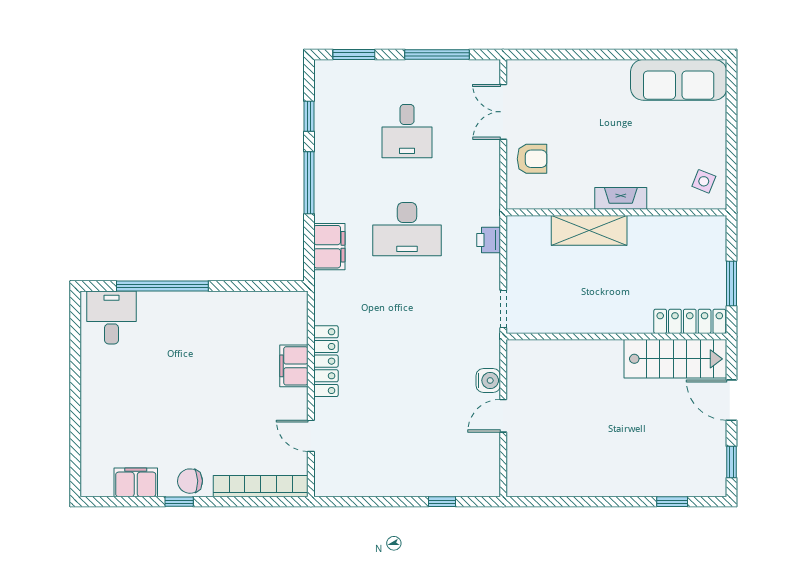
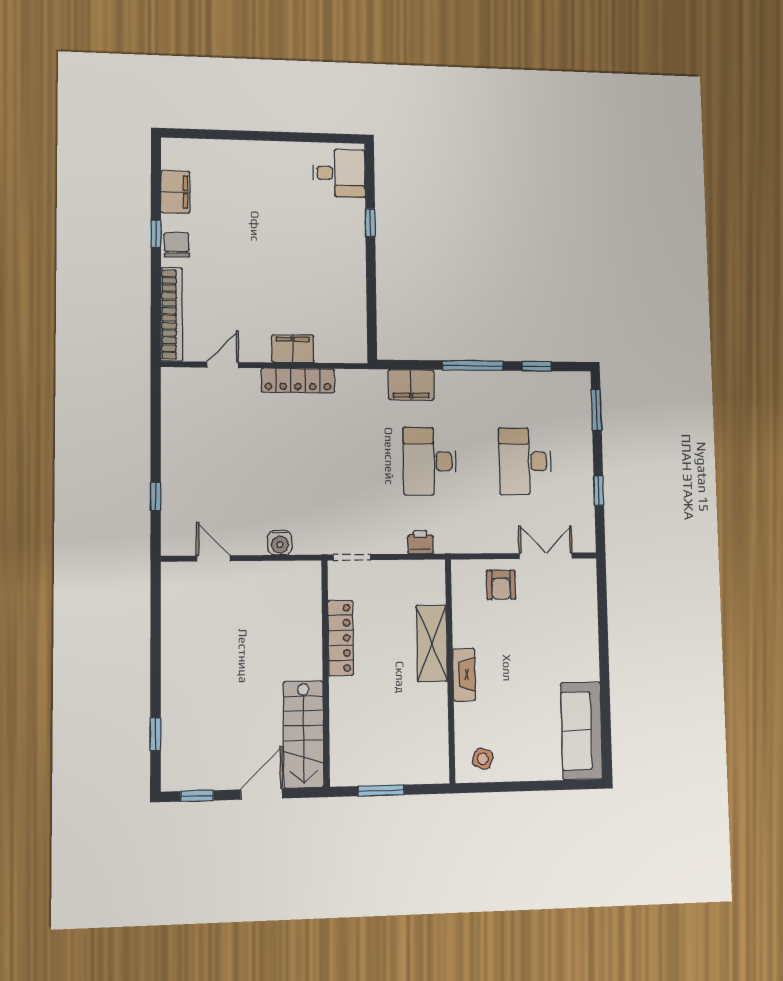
window: (437, 55) -> (599, 491), width x0.46
desk: (407, 131) -> (525, 461), width x1.37
window: (162, 286) -> (370, 223), width x0.32
locker: (690, 321) -> (341, 638), moved
door: (503, 416) -> (213, 558), moved

